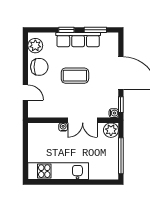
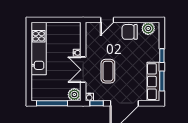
row of seats: (78, 40) -> (153, 82), moved
chair: (39, 67) -> (130, 32), turned 90
coffee table: (75, 76) -> (108, 71), moved

